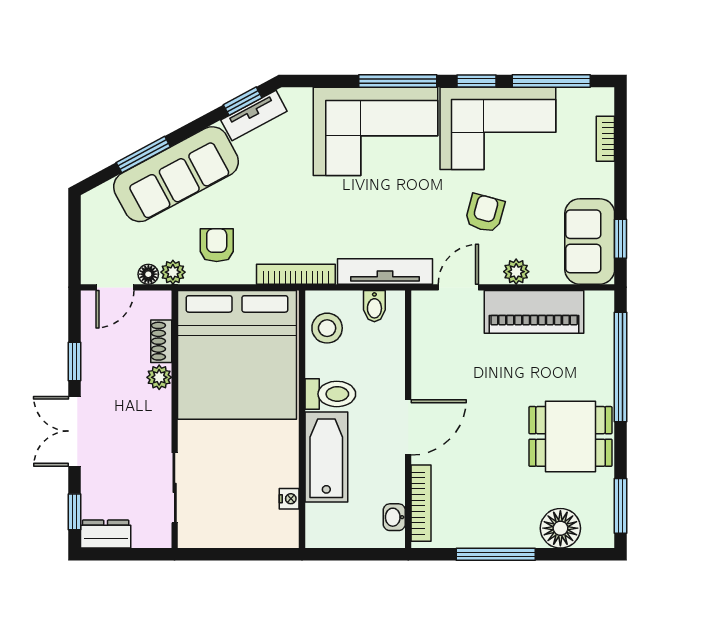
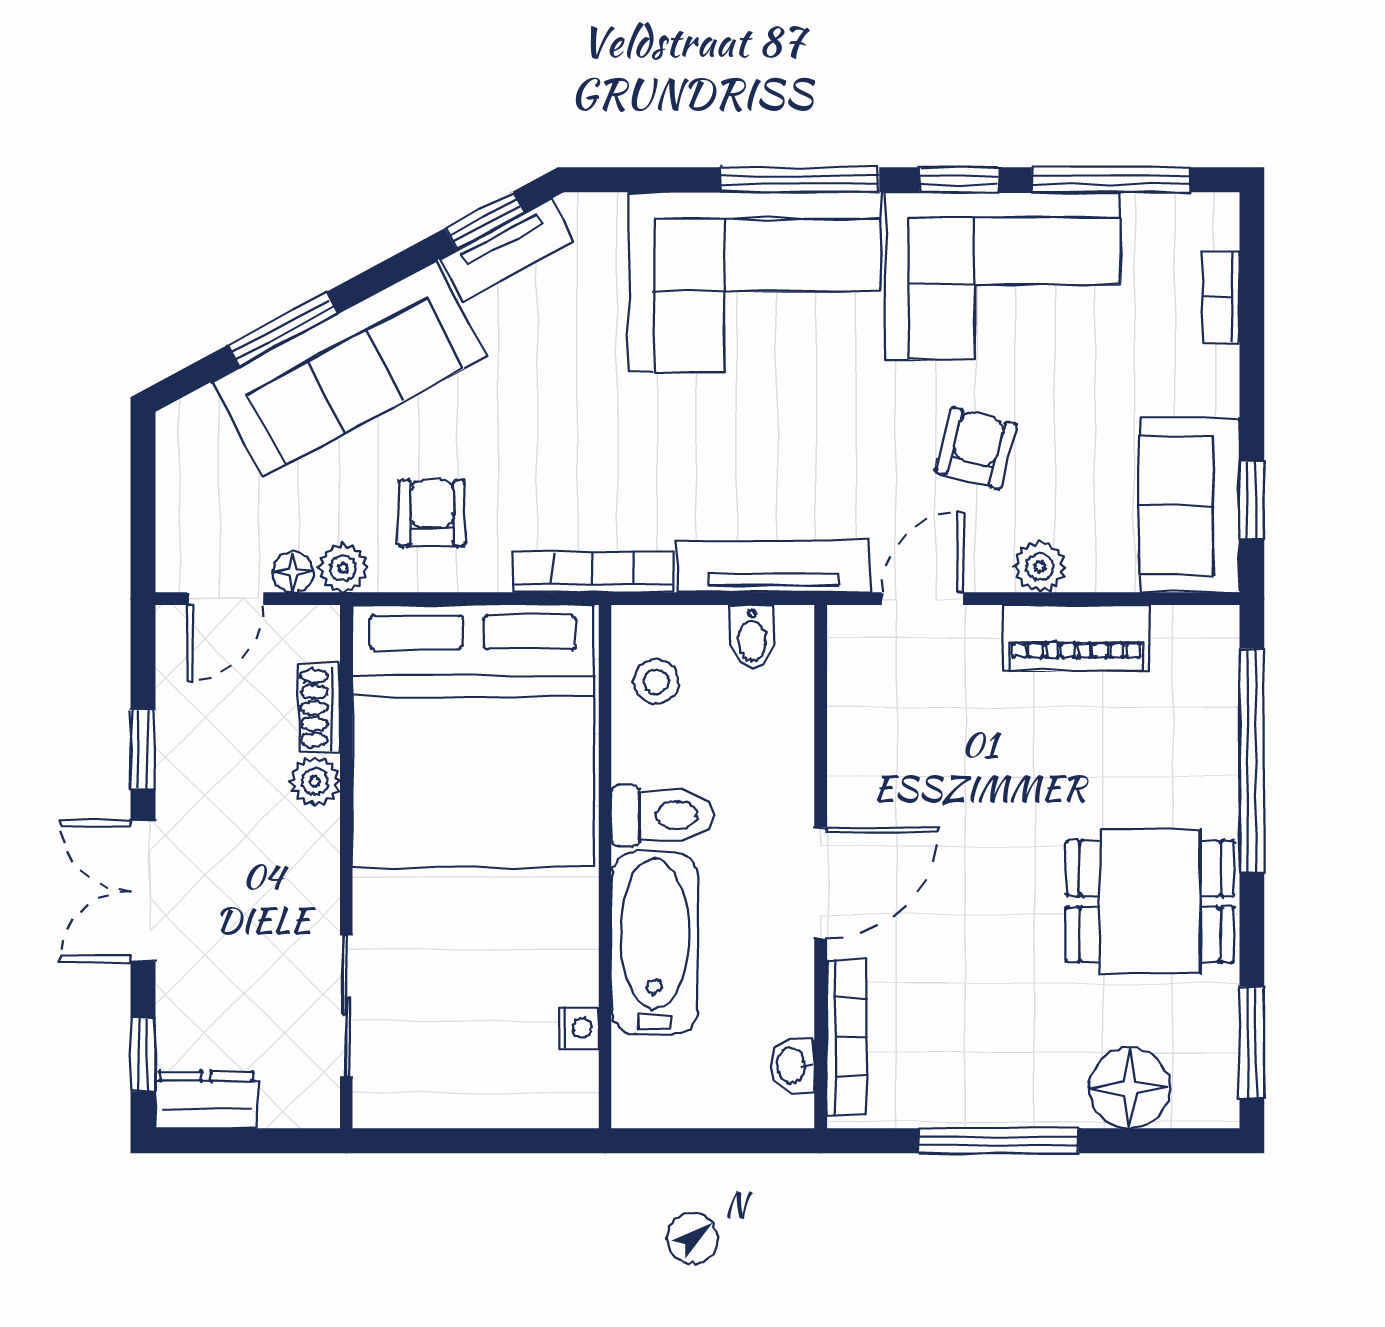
piano: (534, 312) -> (1076, 638), width x0.73, depth x0.75
stool: (327, 328) -> (656, 681), width x0.73, depth x0.73

